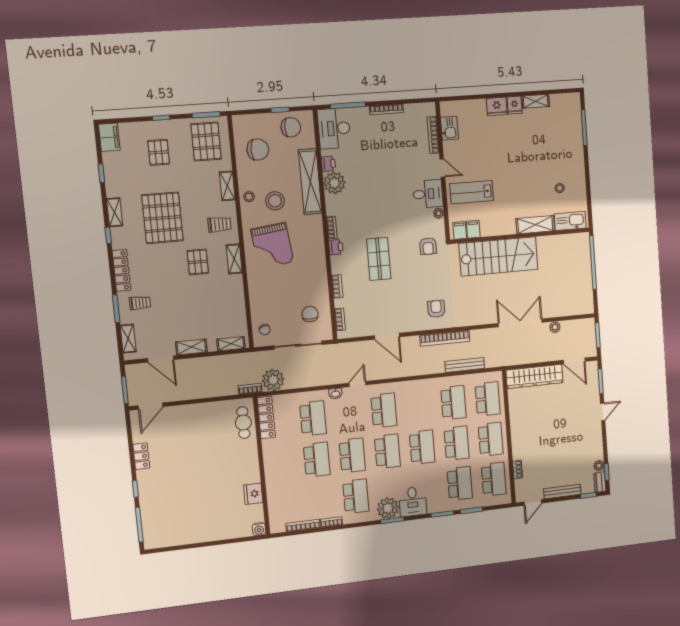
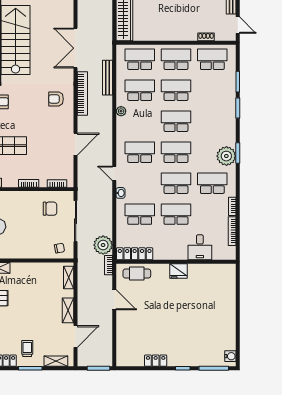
chair: (310, 314) -> (50, 209), turned 180
double door: (520, 323) -> (76, 48), moved
plant: (428, 384) -> (121, 111), added
door: (151, 406) -> (114, 300), moved
school desk: (460, 483) -> (212, 90), removed
fridge: (253, 494) -> (179, 271), moved
desk: (413, 502) -> (200, 247), moved, turned 90
water cooler: (259, 529) -> (230, 356), moved

